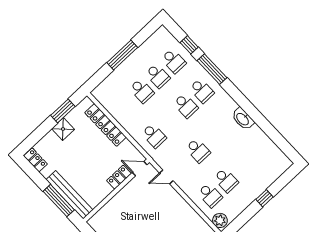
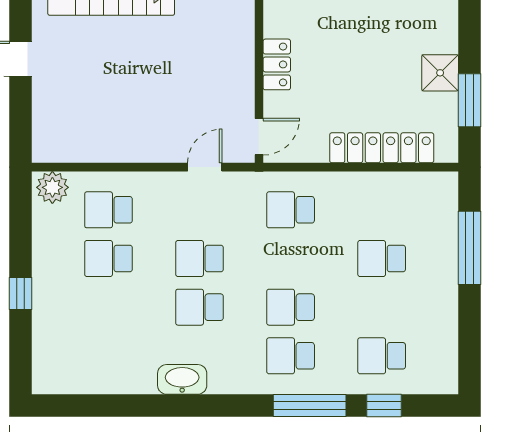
window: (122, 55) -> (470, 248), moved
school desk: (158, 76) -> (200, 307), moved
locker: (119, 177) -> (277, 64), moved

